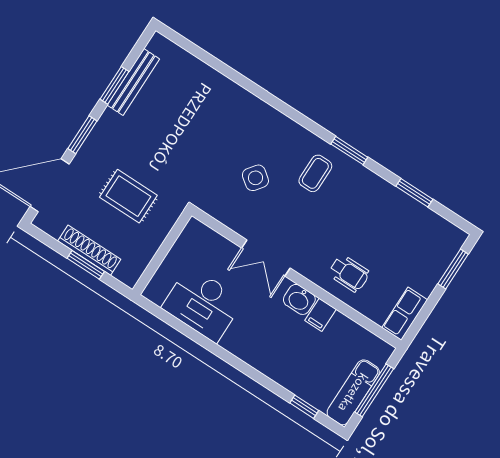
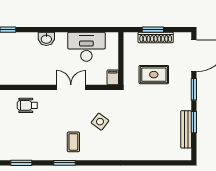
washbasin: (299, 299) -> (46, 39), moved, turned 180
filing cabinet: (320, 315) -> (113, 77), moved

